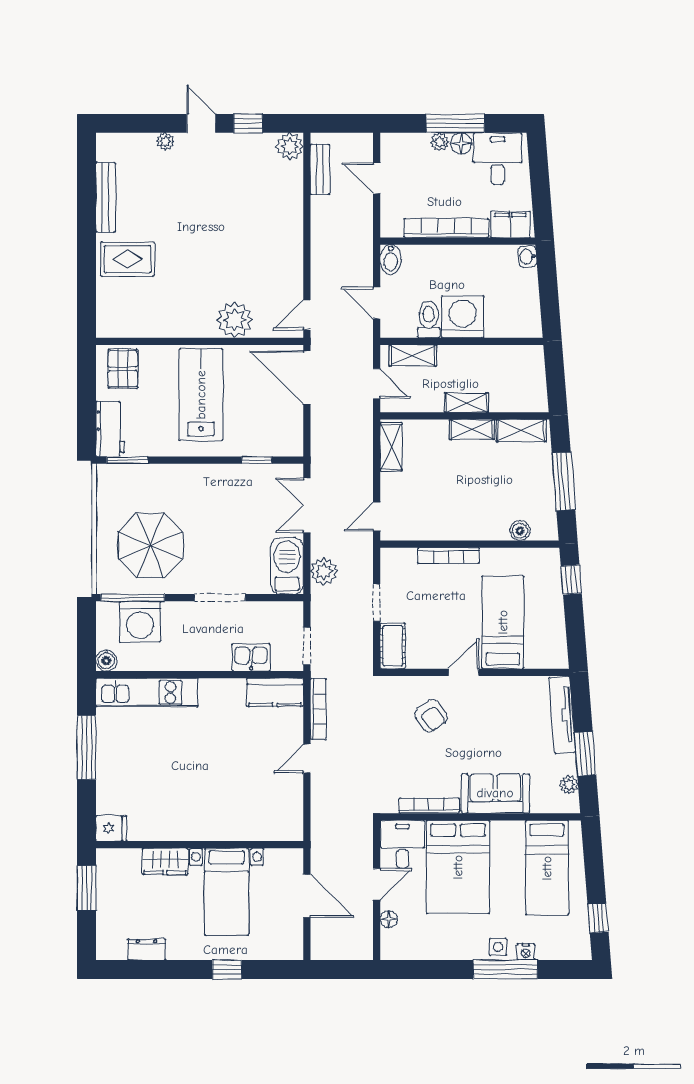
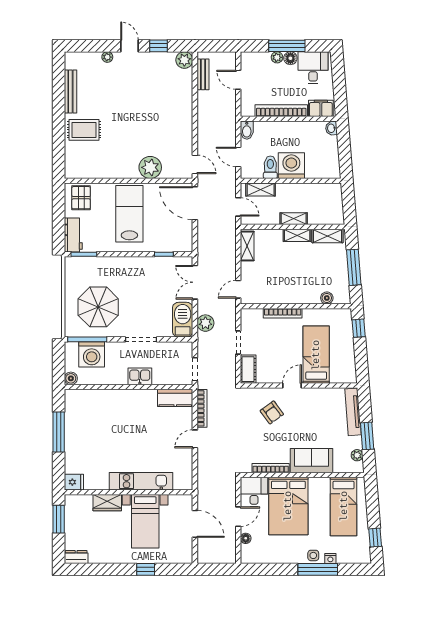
door: (307, 315) -> (195, 164), swing flipped
kitchen sink: (251, 657) -> (140, 376), moved
kitchen unit: (147, 692) -> (141, 481), moved, turned 180
dresser: (147, 949) -> (76, 557), moved

